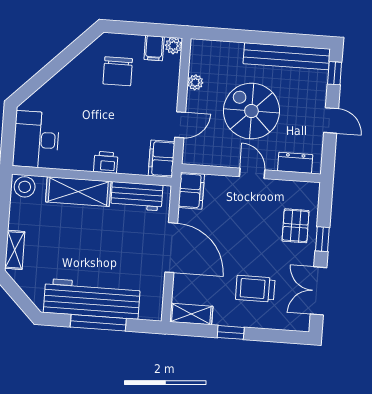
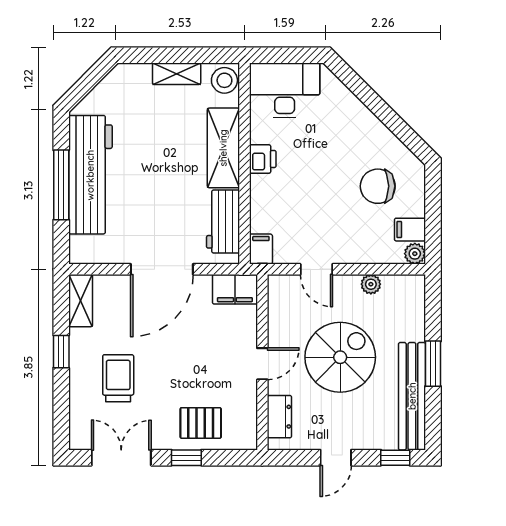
window: (262, 38) -> (433, 364), added
filing cabinet: (162, 159) -> (261, 249), width x0.50
printer: (106, 162) -> (263, 159), moved
shelving: (15, 250) -> (177, 74), moved

